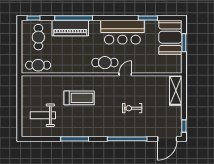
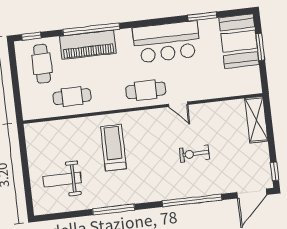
cafe table: (38, 65) -> (72, 97), moved
door: (125, 74) -> (178, 104), swing flipped
treadmill: (79, 98) -> (113, 148), turned -90

